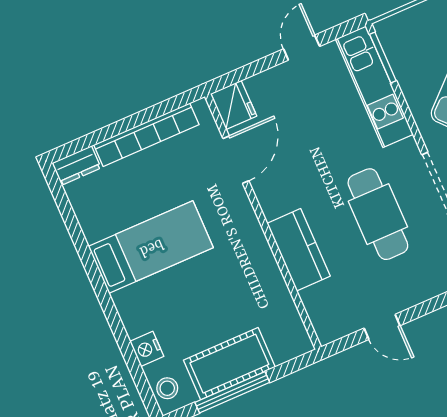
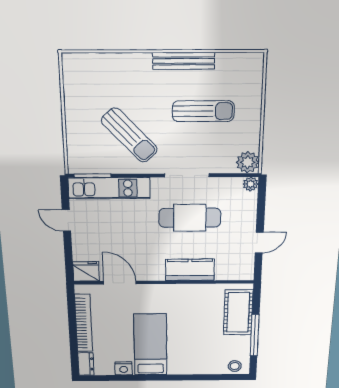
nightstand: (147, 349) -> (124, 368), moved
cot: (229, 364) -> (238, 312), moved

